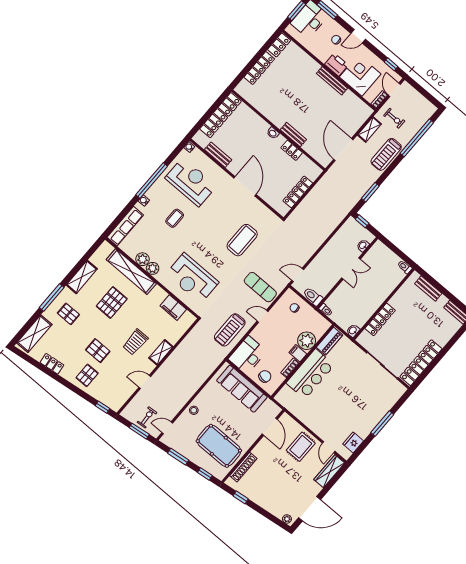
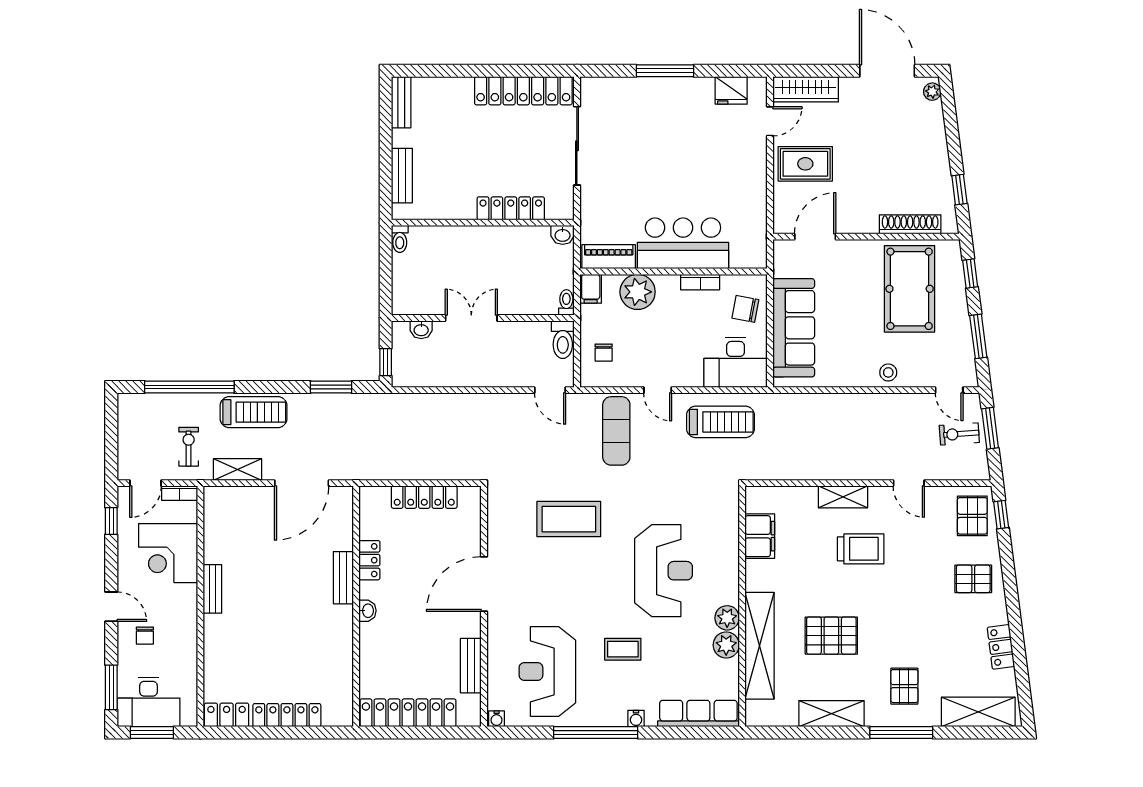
printer: (336, 65) -> (182, 603), removed
bench: (332, 81) -> (212, 589), width x0.73
reception desk: (192, 278) -> (663, 571), moved
pallet: (98, 351) -> (972, 516), moved
filing cabinet: (298, 353) -> (591, 289), moved

